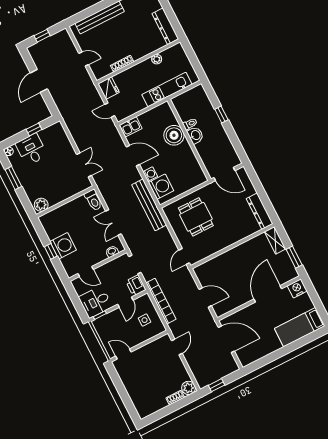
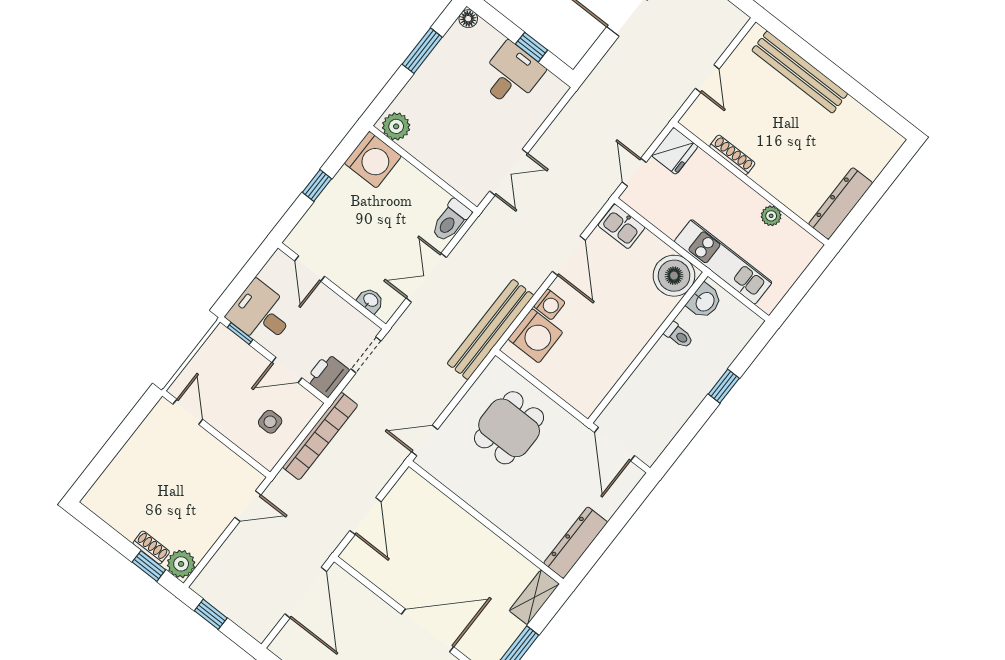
boiler: (174, 135) -> (674, 276), moved
washbasin: (195, 135) -> (704, 301), moved
desk: (31, 149) -> (511, 75), moved
washing machine: (63, 246) -> (373, 160), moved
window: (183, 402) -> (149, 566), added

